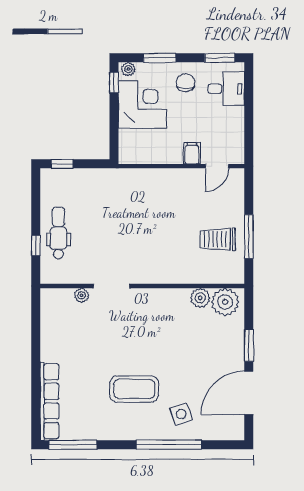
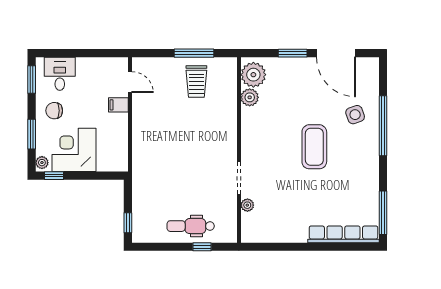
coffee table: (134, 389) -> (314, 147), moved

